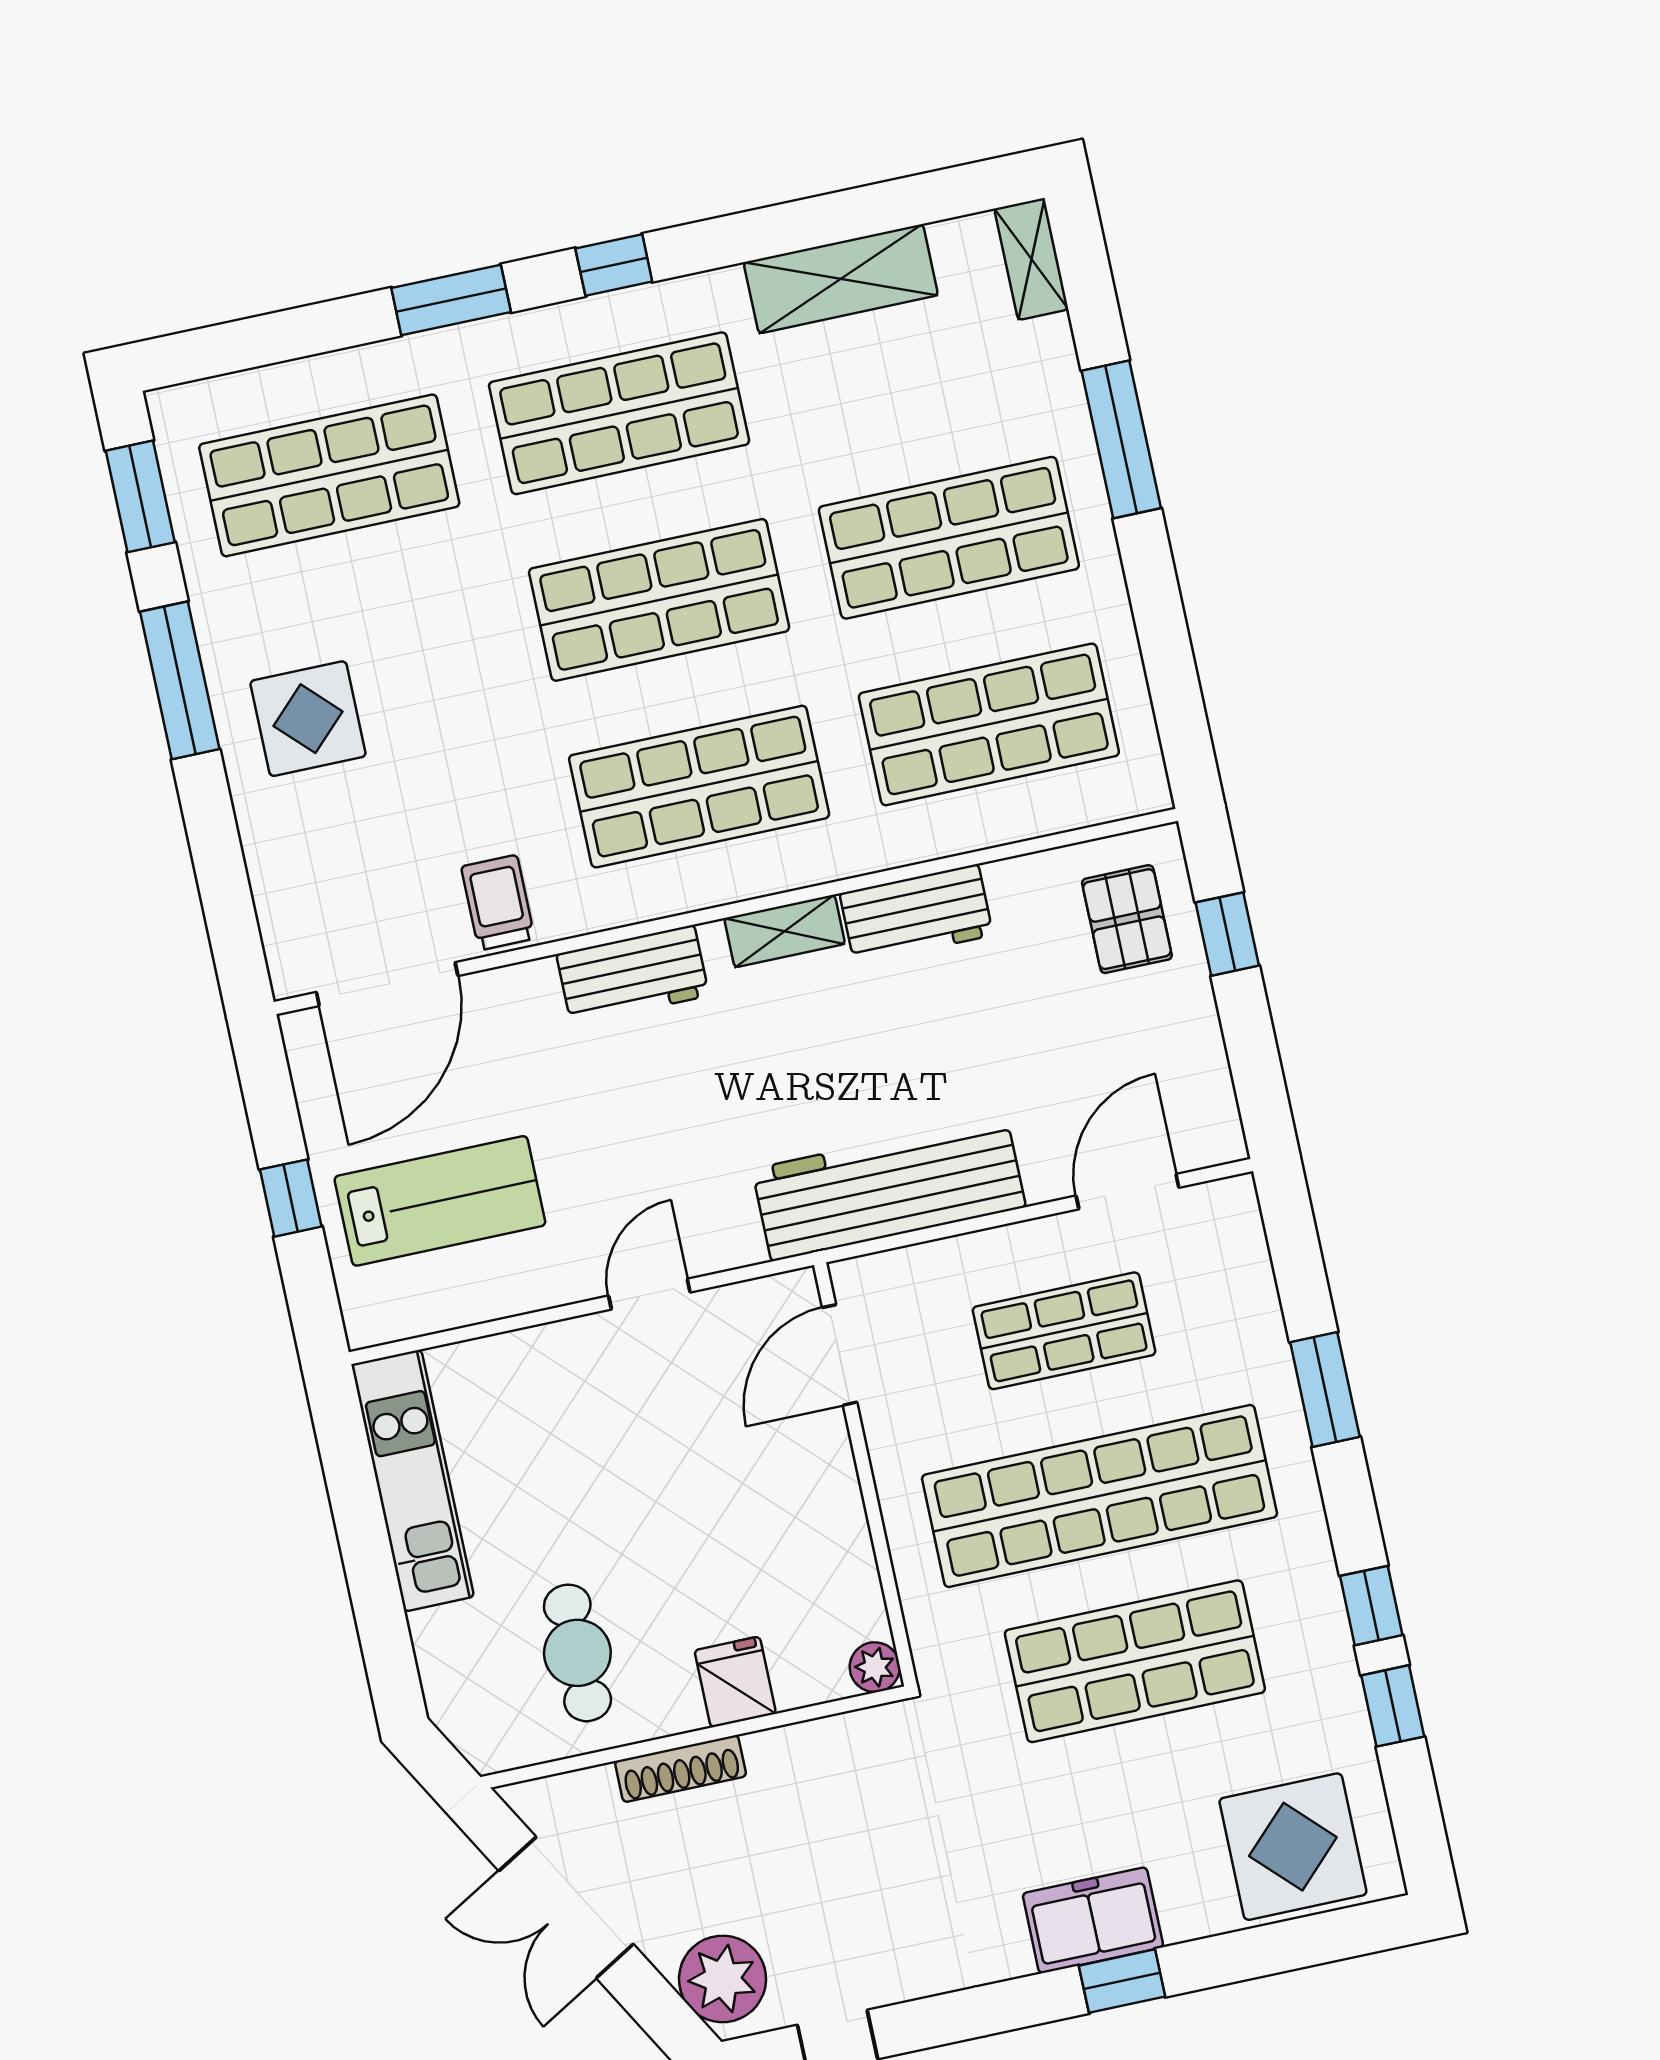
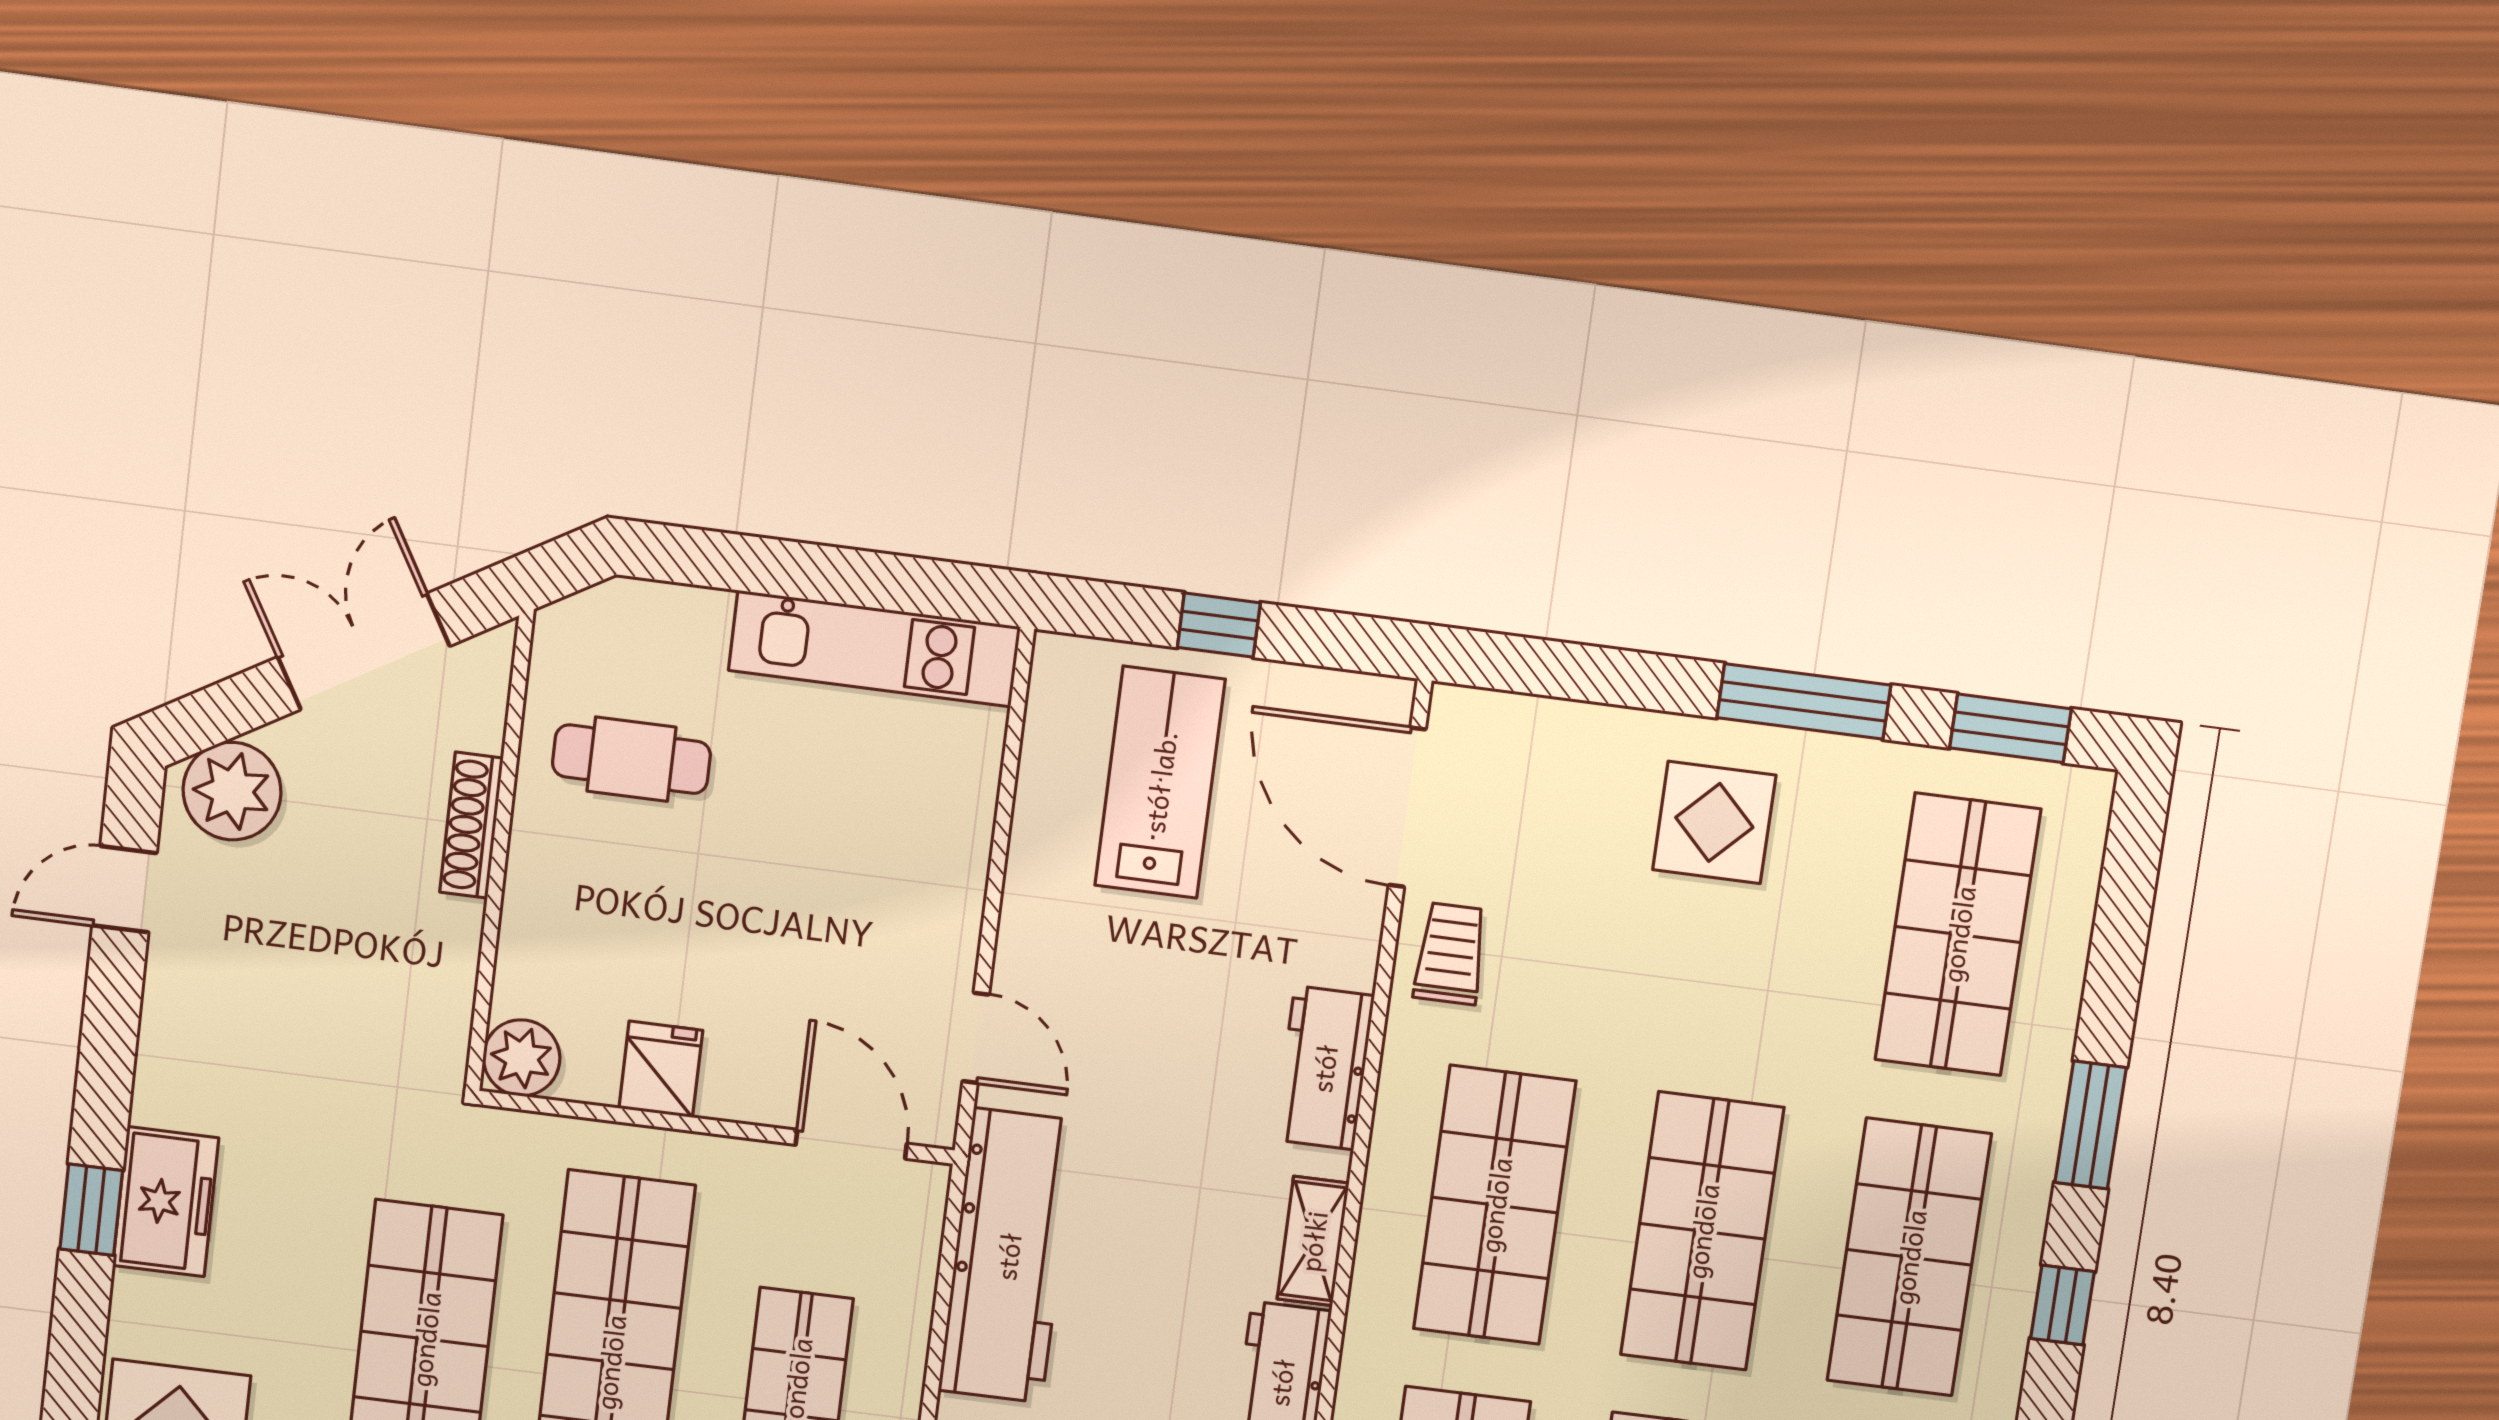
trolley: (498, 903) -> (1450, 954), turned -90
lab bench: (440, 1201) -> (1160, 782), turned 180
door: (649, 1294) -> (976, 1038), moved
plant: (875, 1667) -> (522, 1058), width x1.38, depth x1.38
fridge: (735, 1682) -> (661, 1069), moved, turned -90

